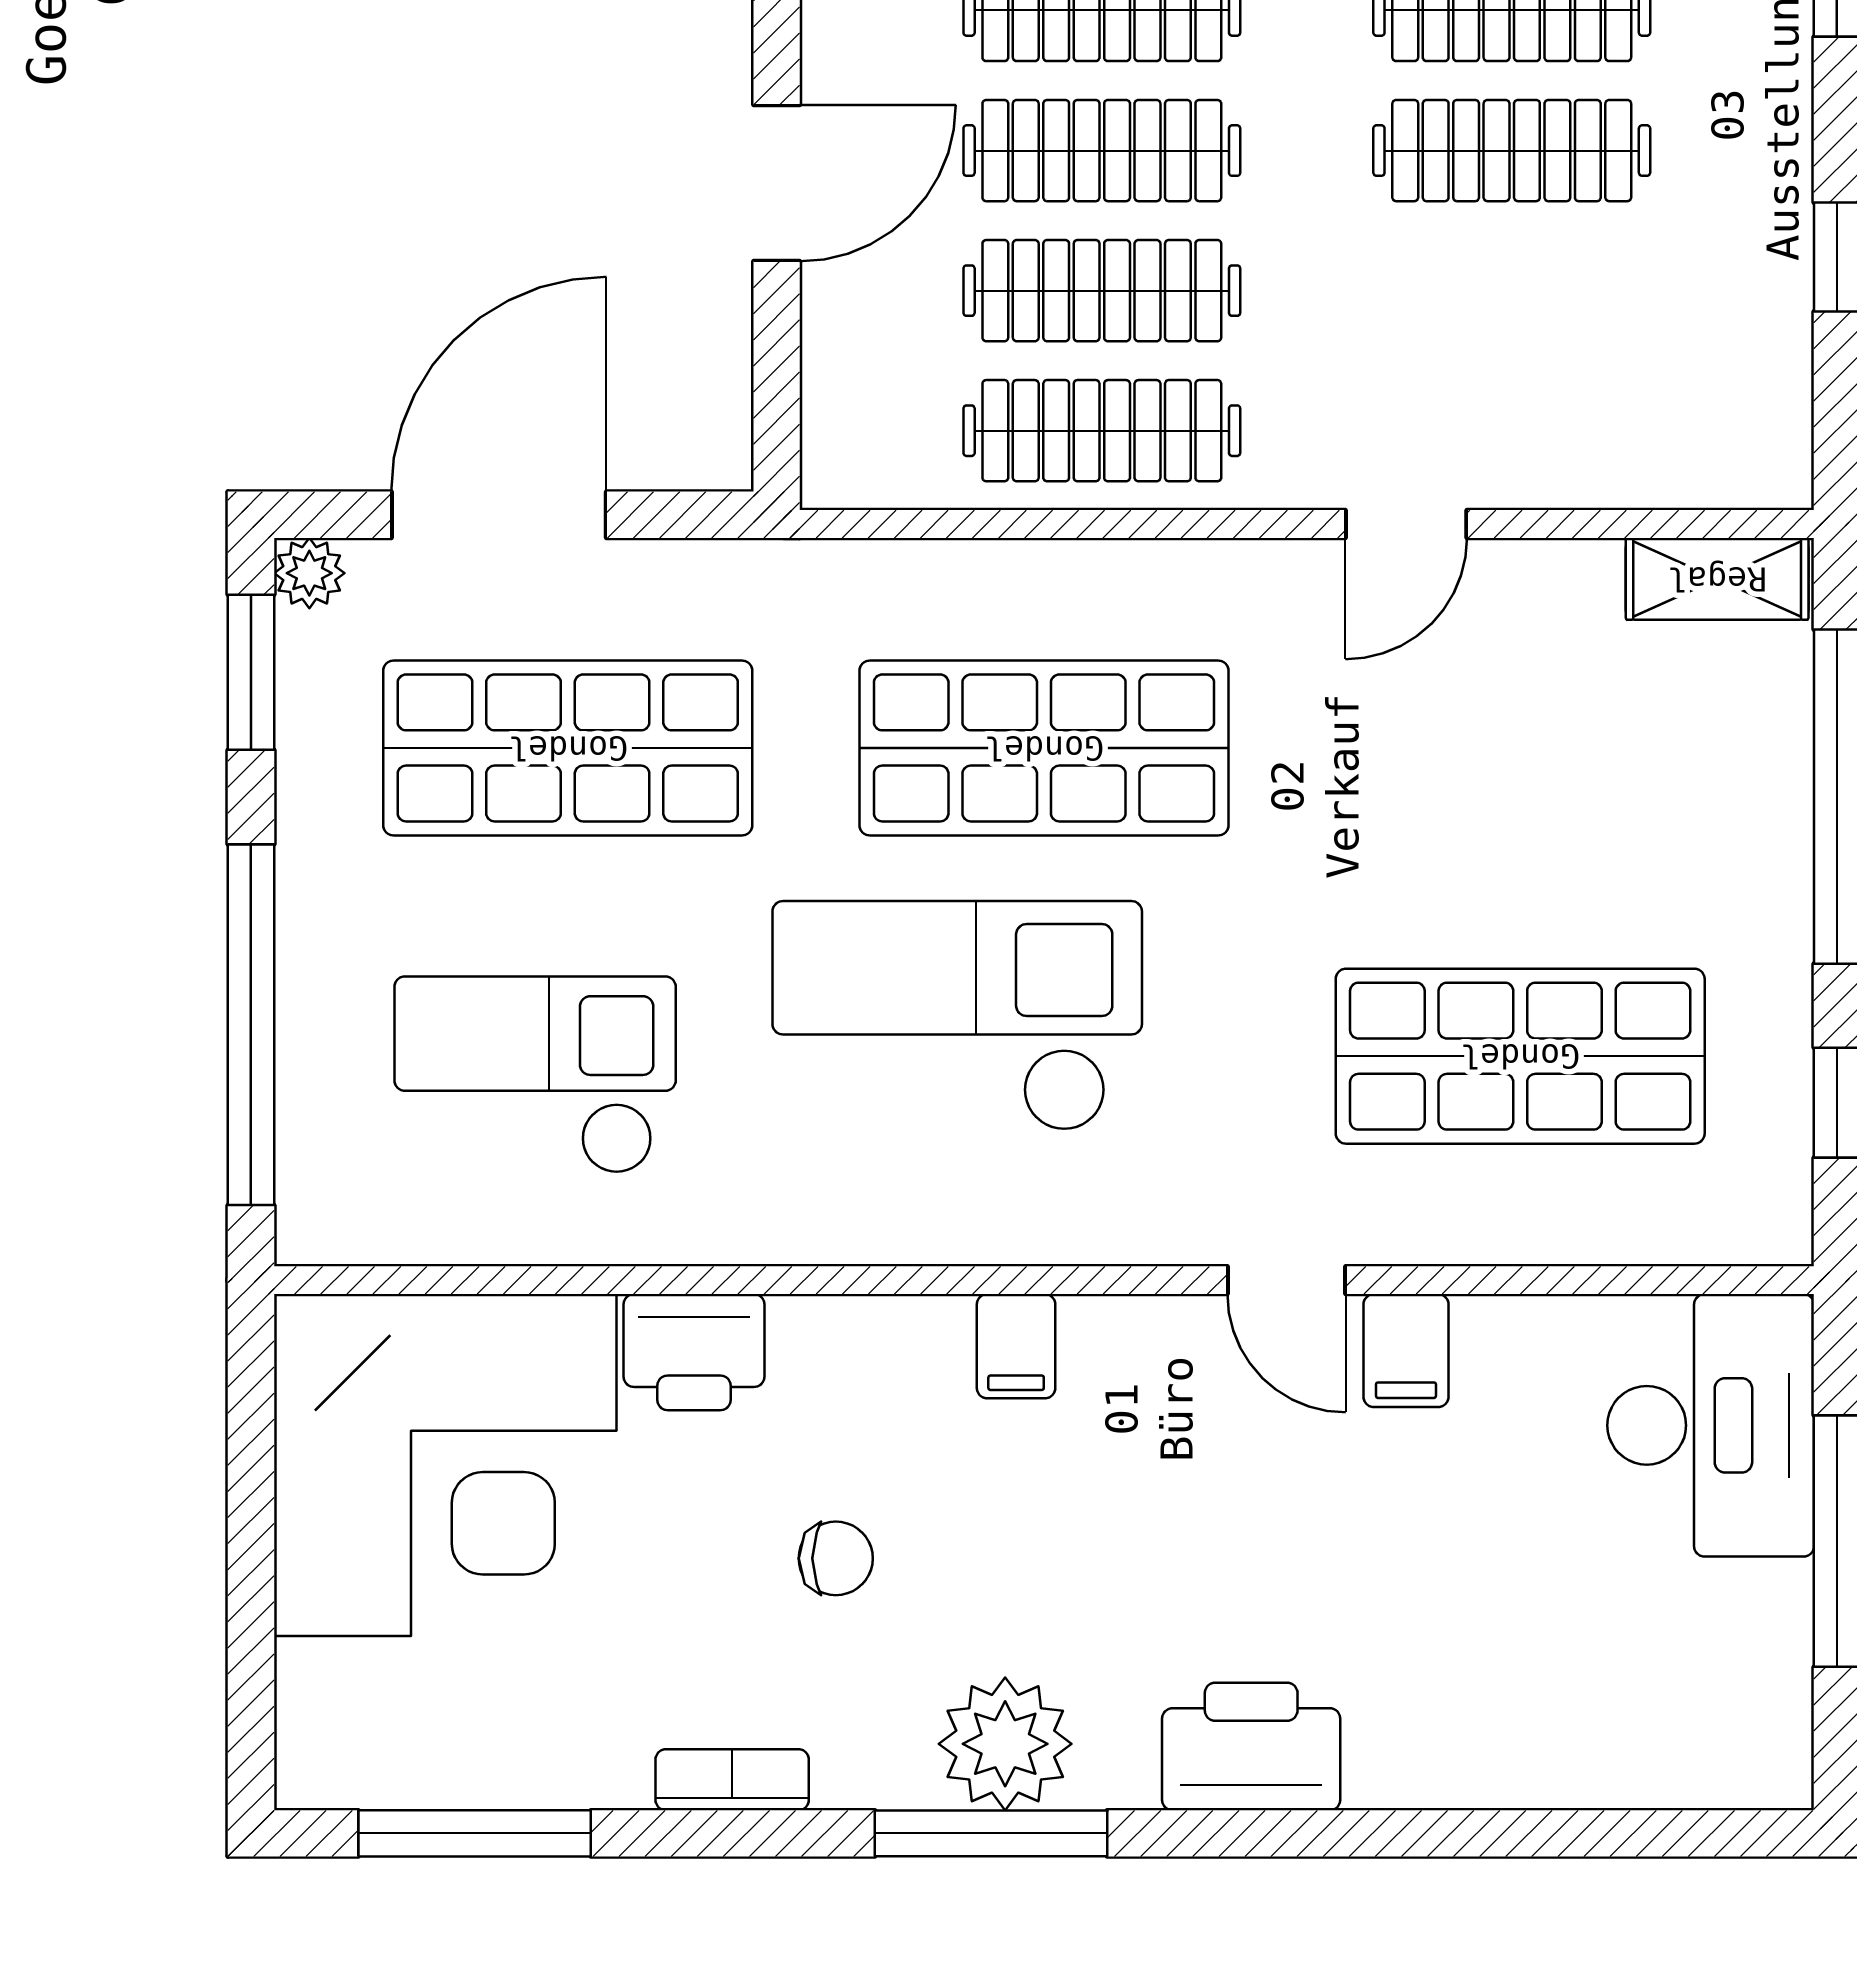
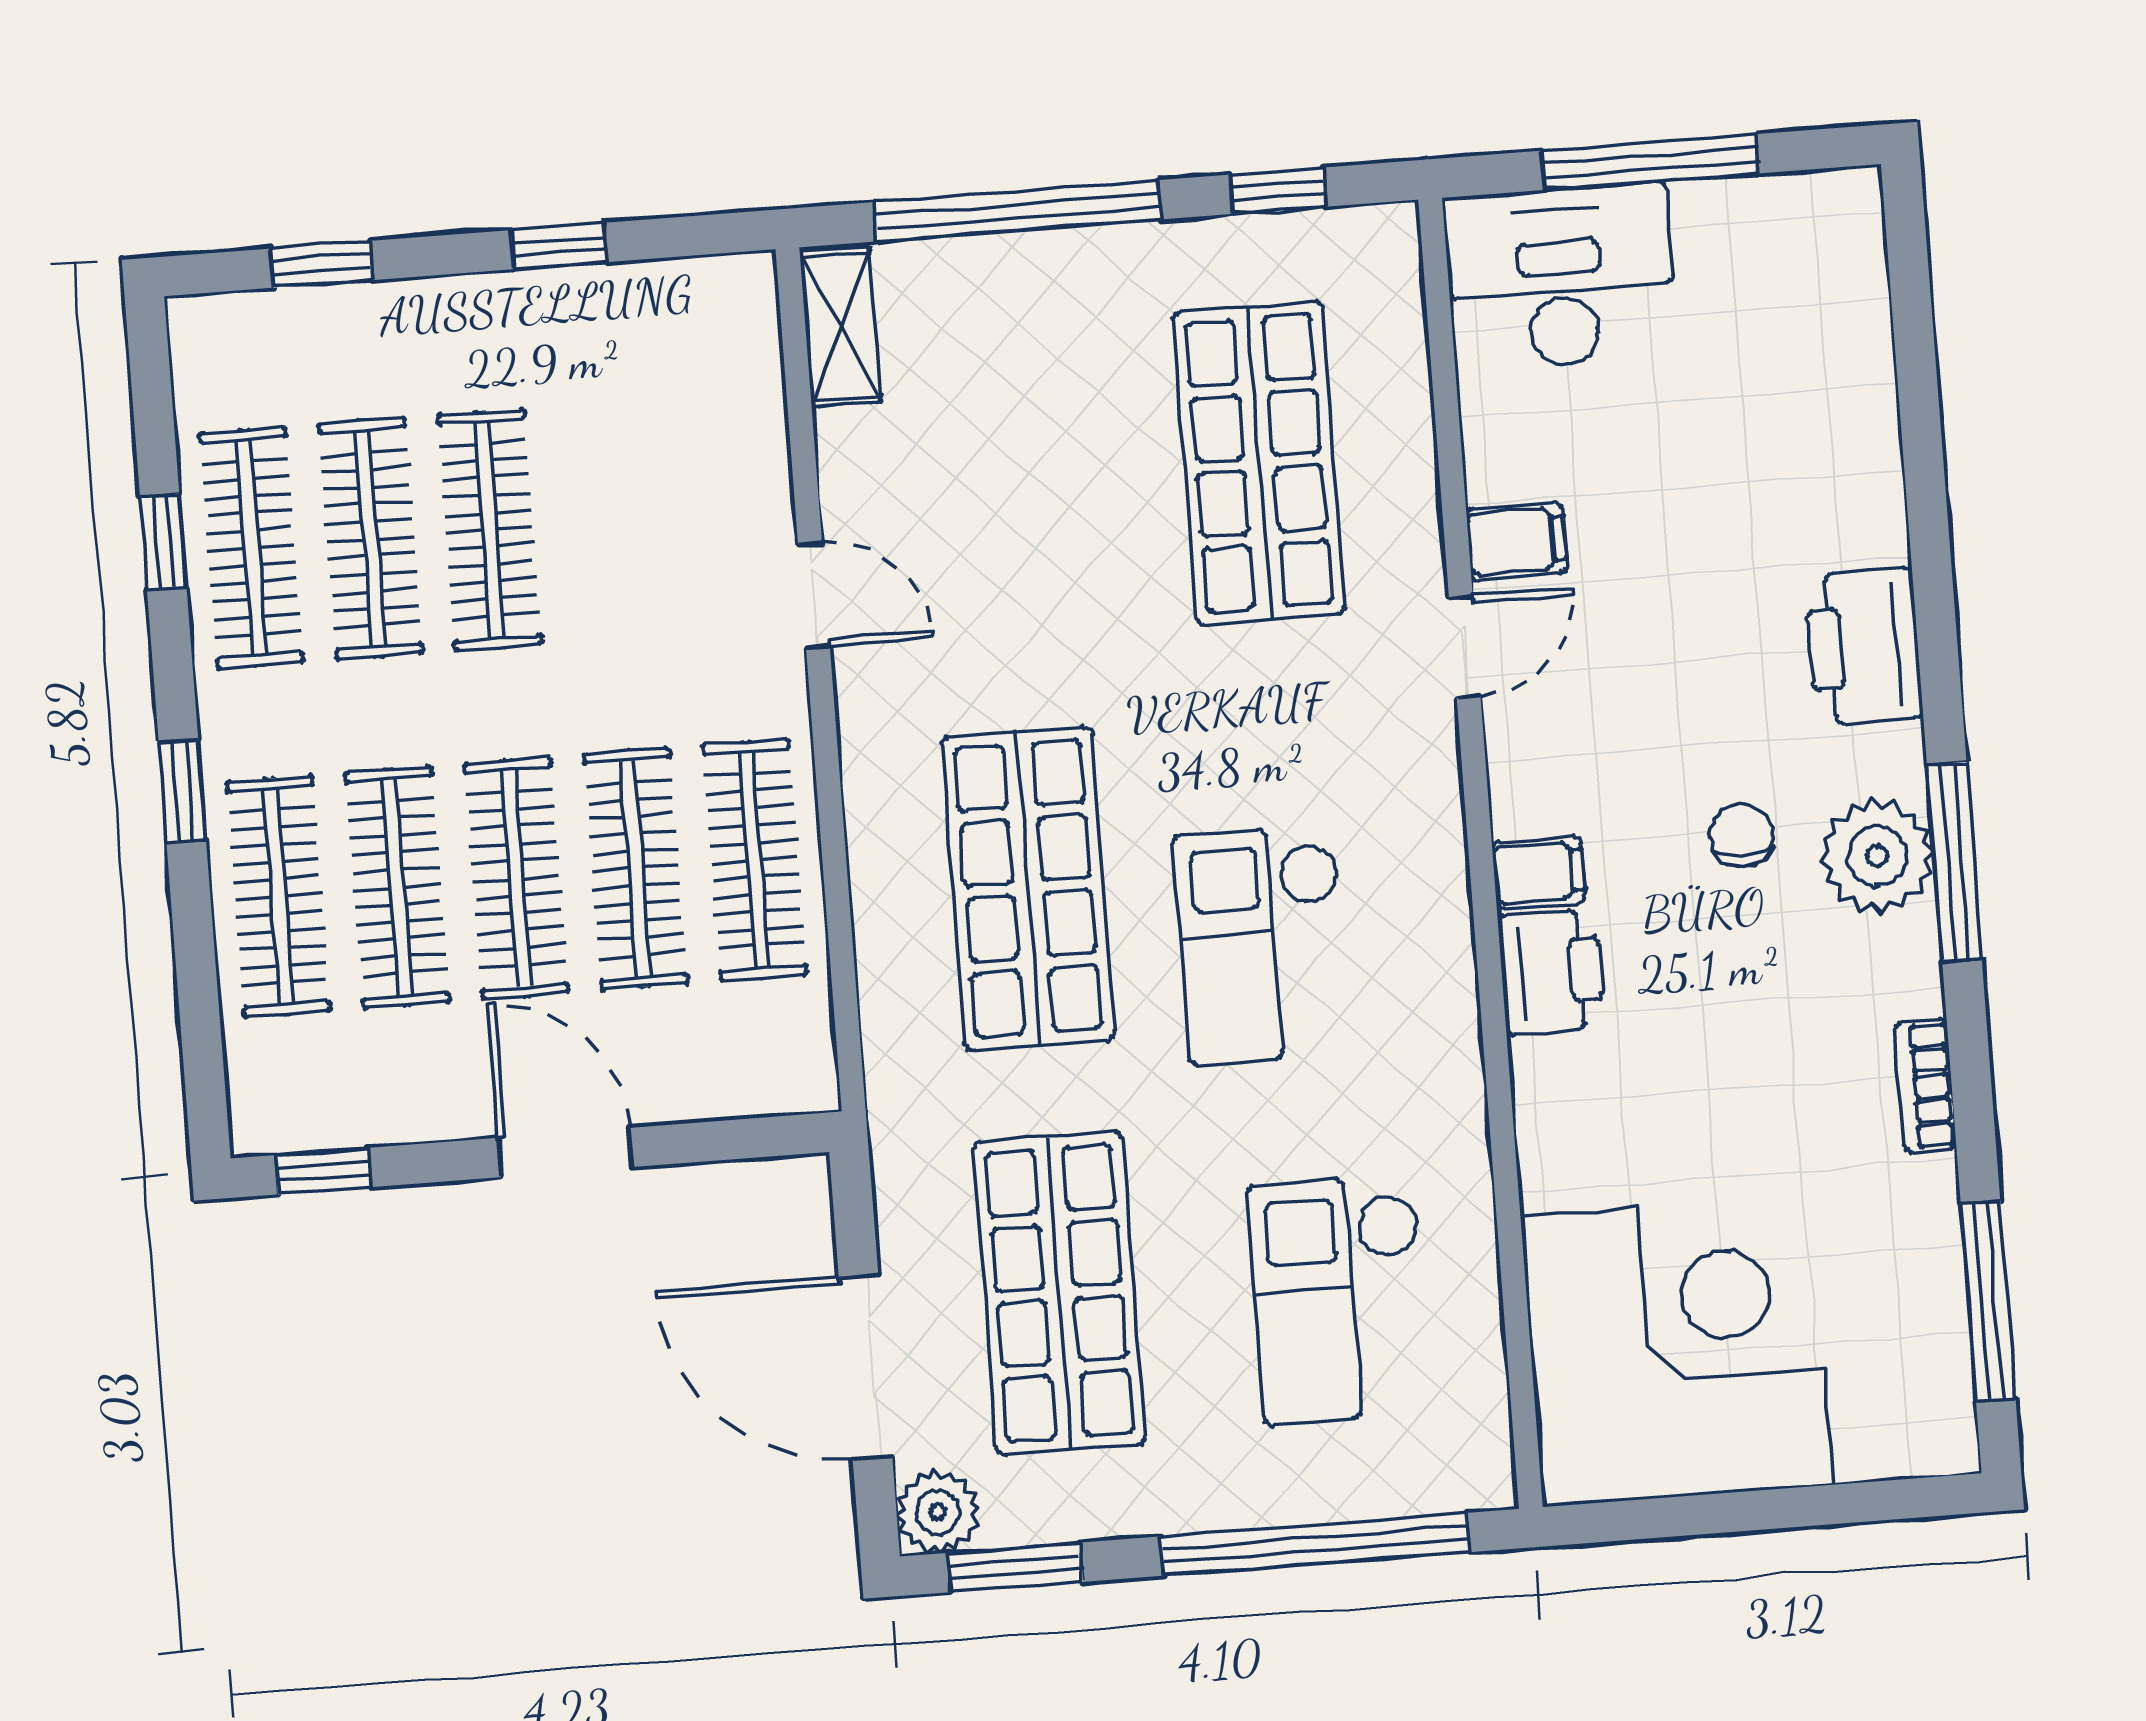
plant: (309, 573) -> (938, 1512), width x1.38, depth x1.38
checkout: (957, 1016) -> (1262, 944), width x0.73, depth x0.83
printer: (694, 1352) -> (1551, 972), moved
chair: (836, 1558) -> (1742, 836), moved

